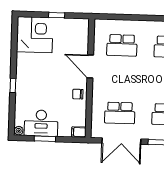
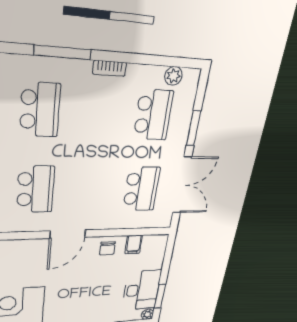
filing cabinet: (79, 132) -> (134, 244), moved
window: (45, 139) -> (160, 296), moved

